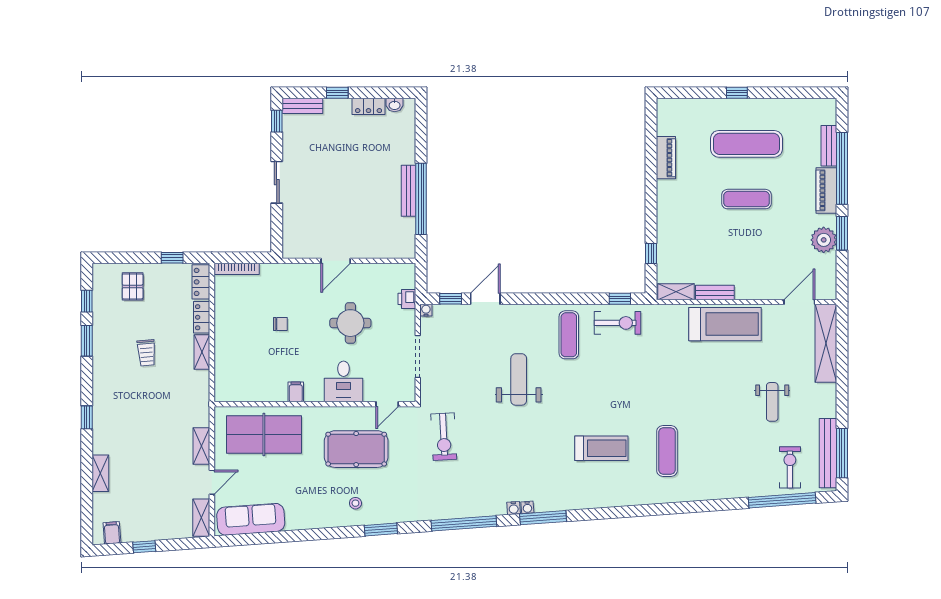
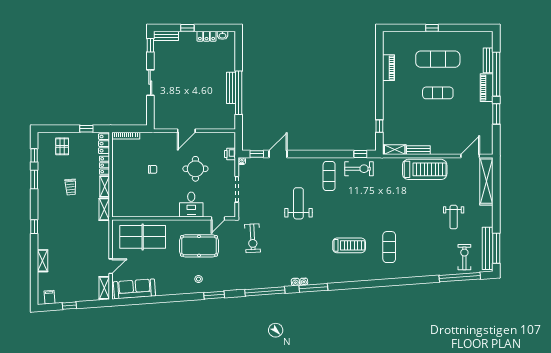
plant: (824, 240) -> (485, 118), removed
filing cabinet: (296, 392) -> (162, 211), removed
shelving: (201, 446) -> (104, 209), moved

